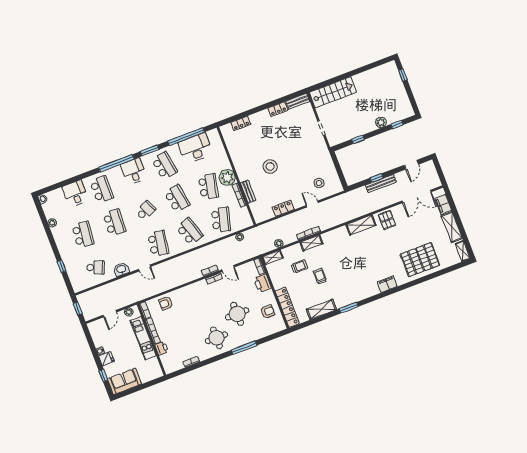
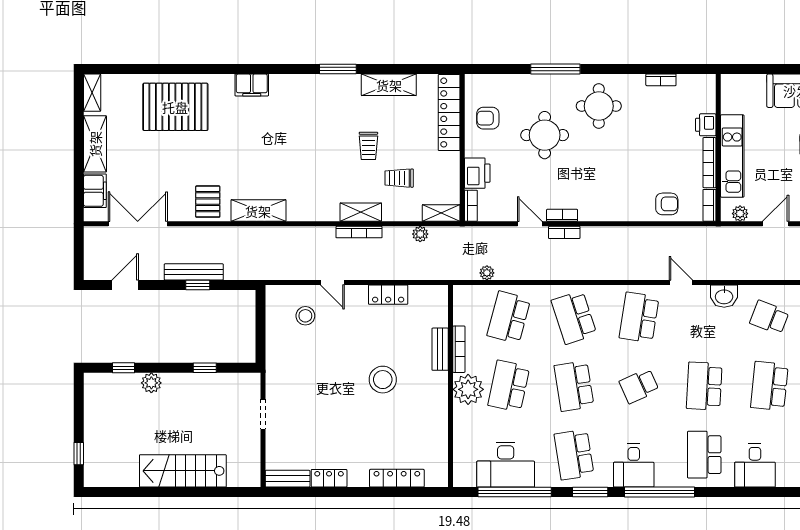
stairs: (333, 92) -> (183, 471), moved
locker: (241, 123) -> (397, 478), width x1.53

